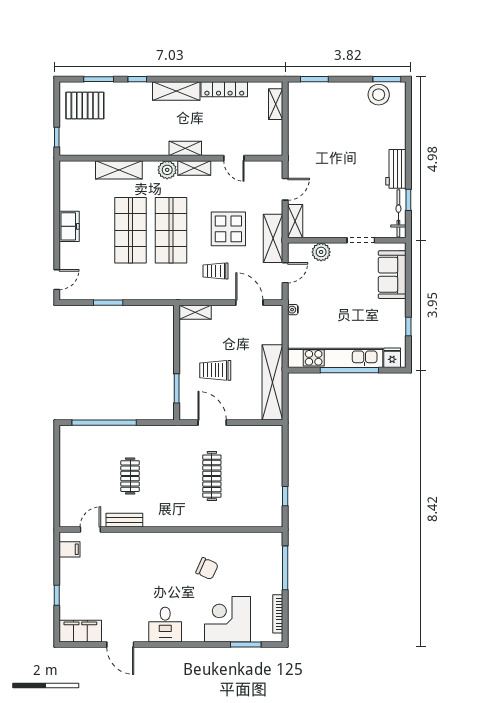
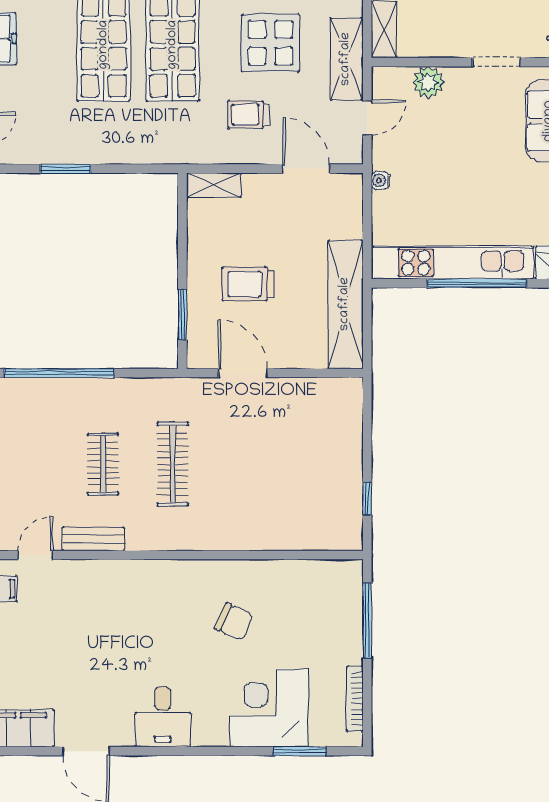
clothes rail: (212, 476) -> (173, 464), moved

